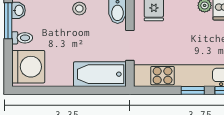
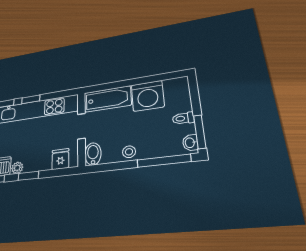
washing machine: (28, 67) -> (148, 96), moved, turned -90

